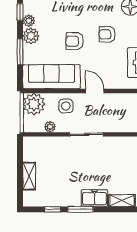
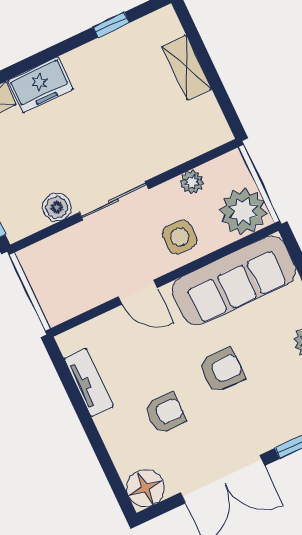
boiler: (112, 143) -> (57, 207), added
window: (80, 209) -> (57, 50), removed

